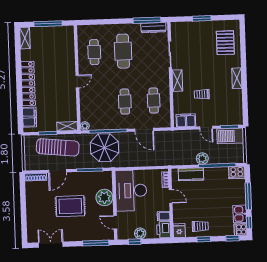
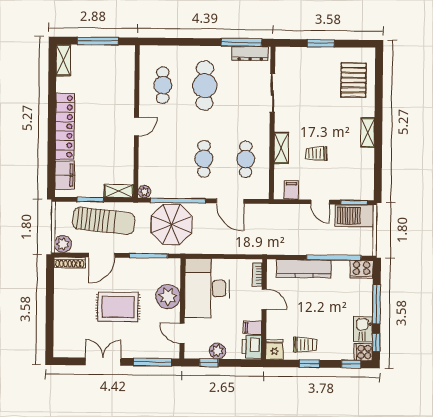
shelving: (177, 81) -> (281, 148), moved
filing cabinet: (186, 120) -> (291, 190), width x0.50
plant: (202, 159) -> (63, 244), moved
kitchen counter: (191, 174) -> (304, 269), width x1.50
double door: (51, 245) -> (103, 362), moved

